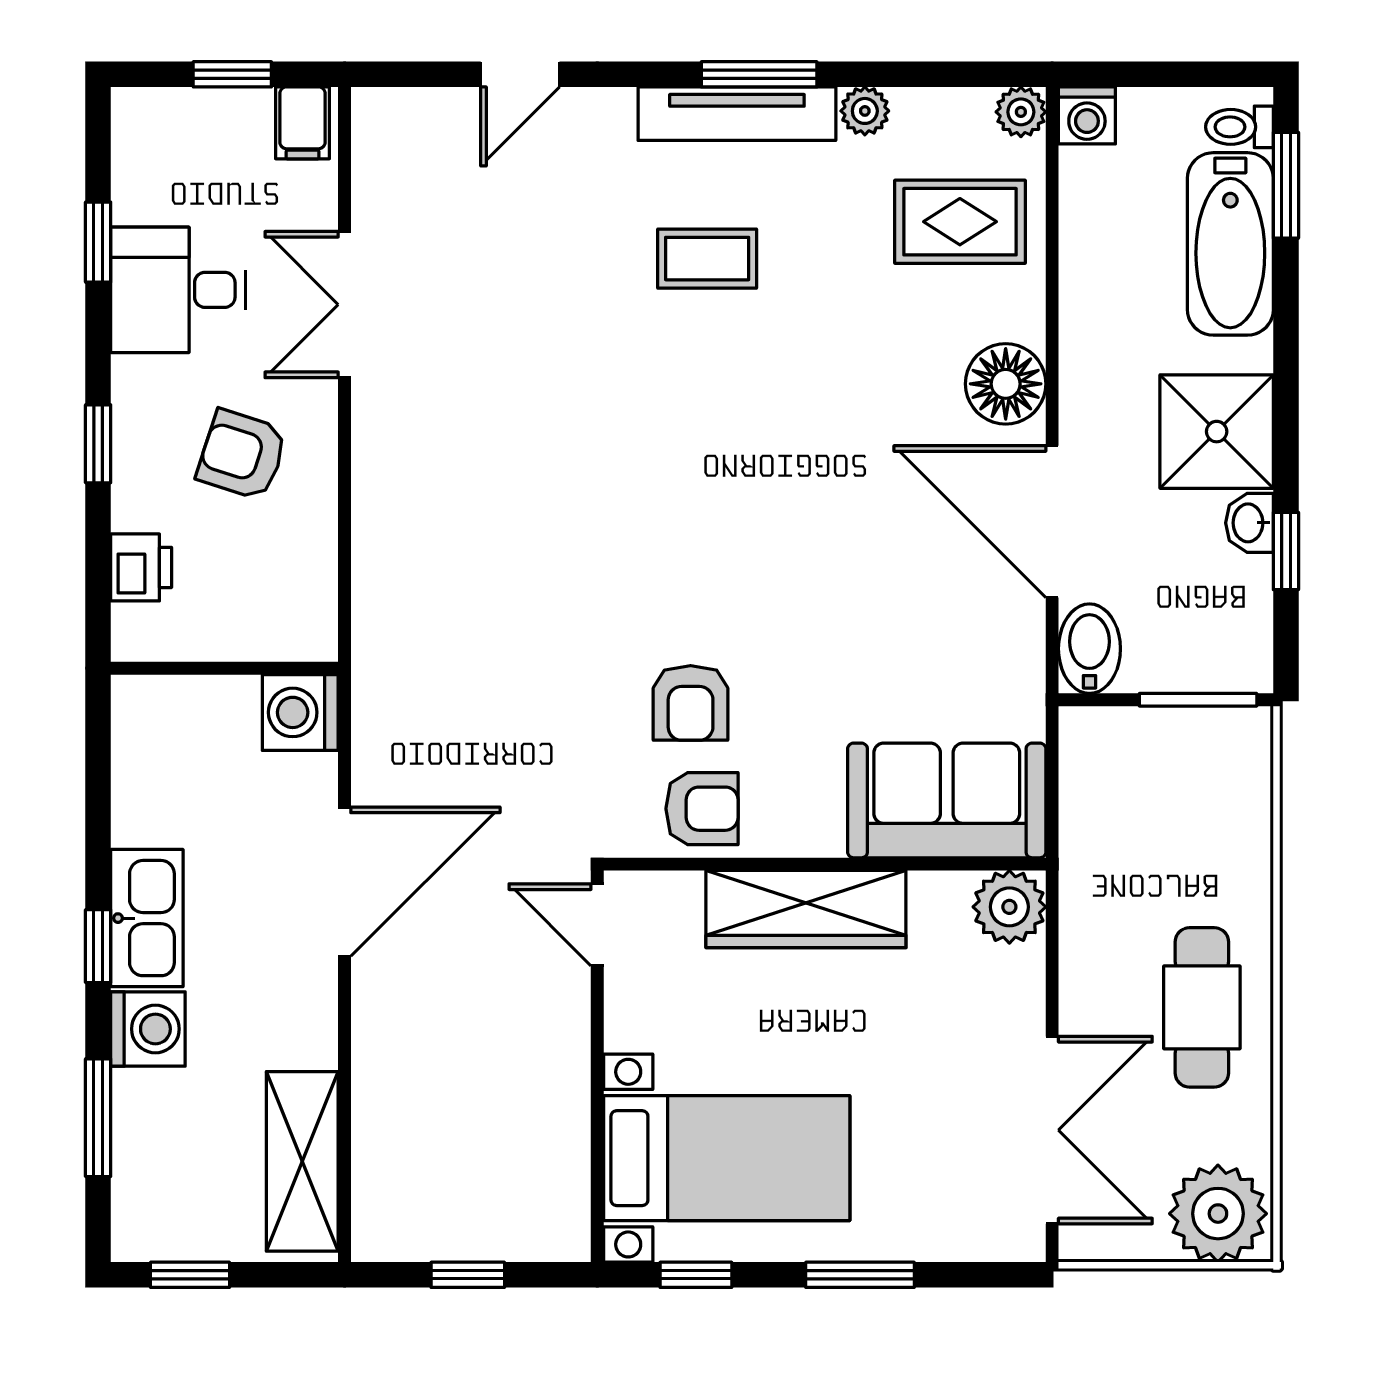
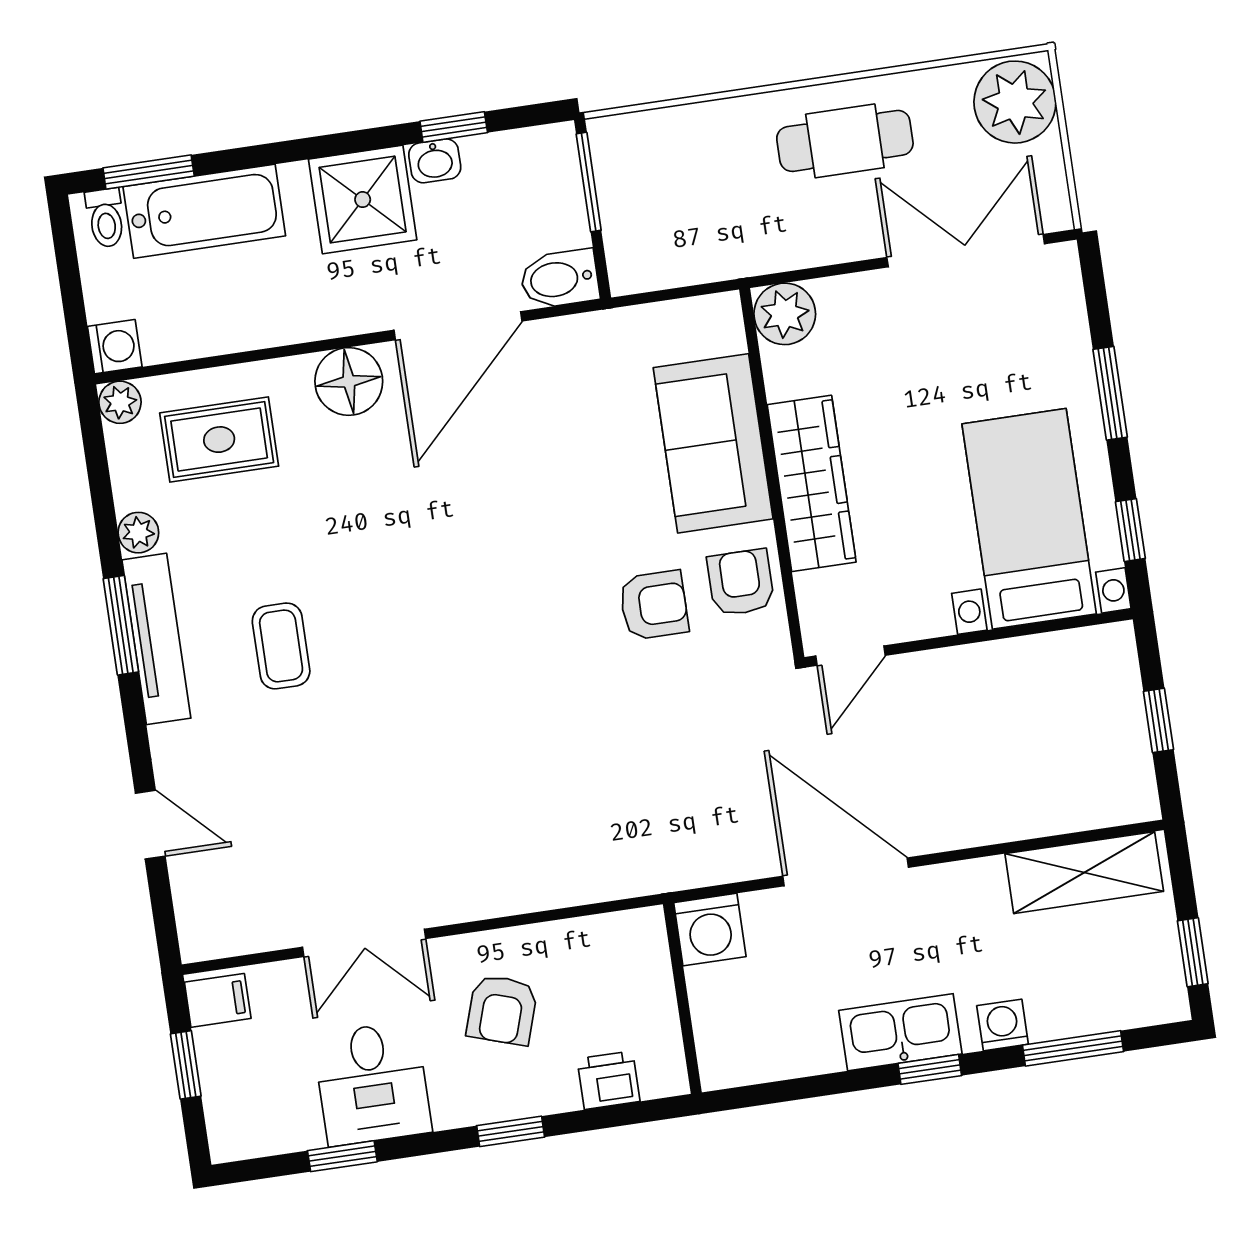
rug: (960, 222) -> (219, 440), turned 90
sofa: (947, 800) -> (713, 443), moved
washing machine: (148, 1029) -> (1003, 1025), width x0.73, depth x0.73

